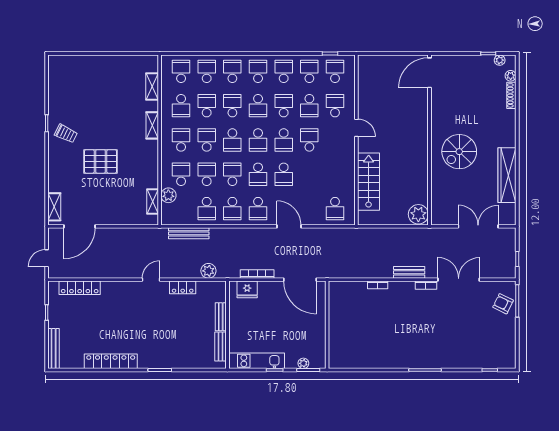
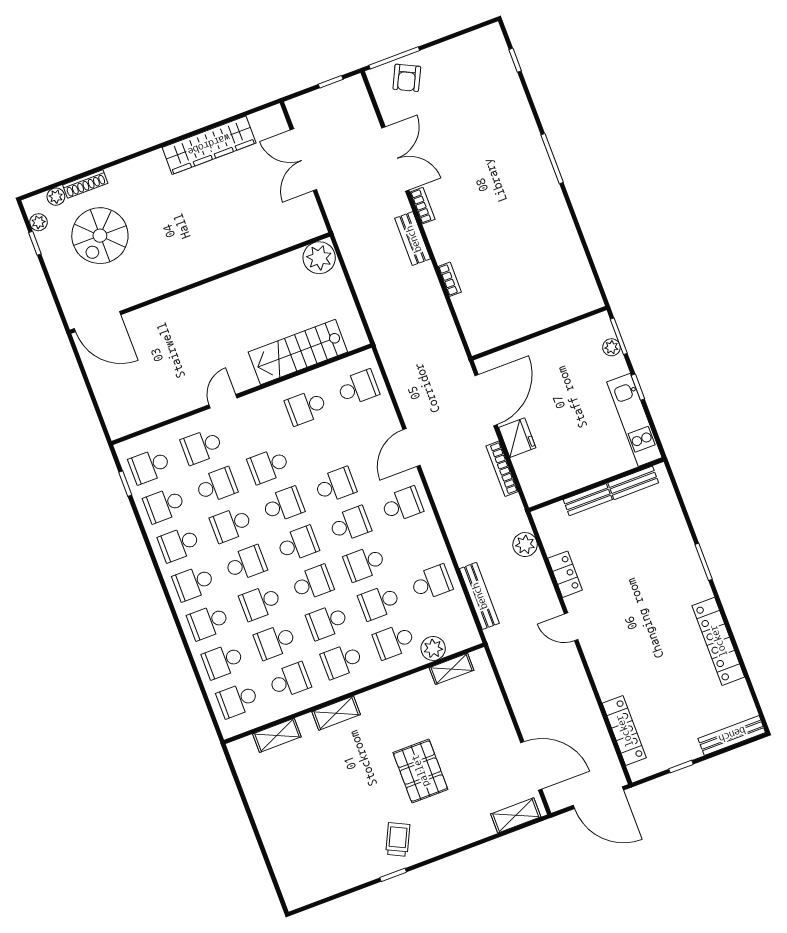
spiral stairs: (459, 152) -> (100, 236), moved, turned 90
school desk: (232, 209) -> (306, 407), moved, turned 180
door: (47, 258) -> (598, 798), width x1.87
double door: (459, 280) -> (395, 159), swing flipped
fridge: (247, 289) -> (517, 438), moved

